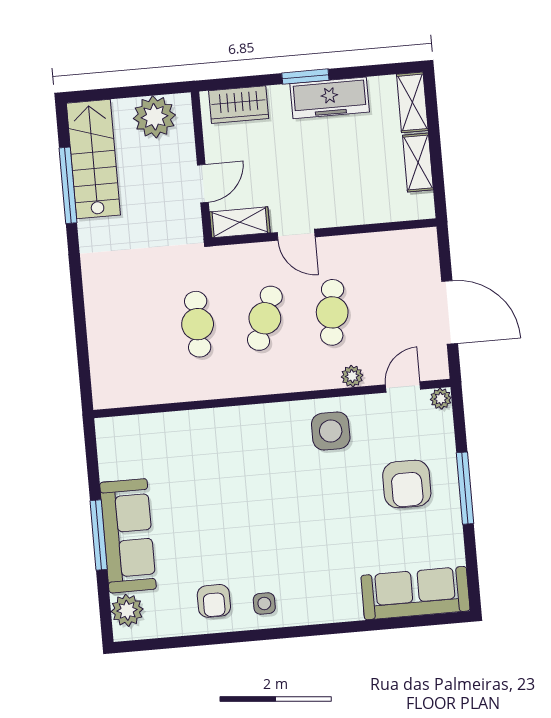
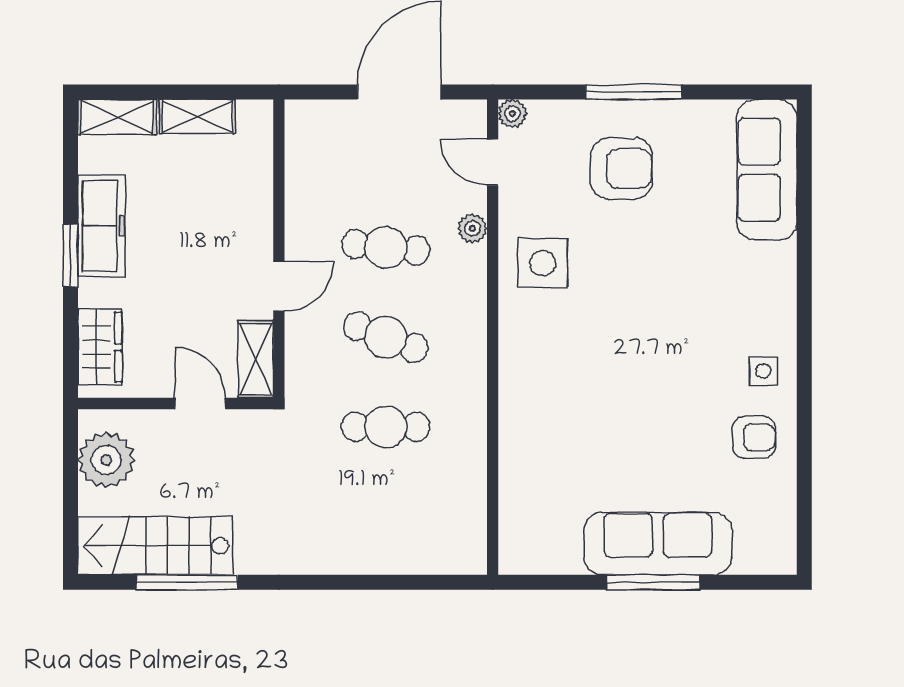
plant: (127, 610) -> (756, 553), removed

